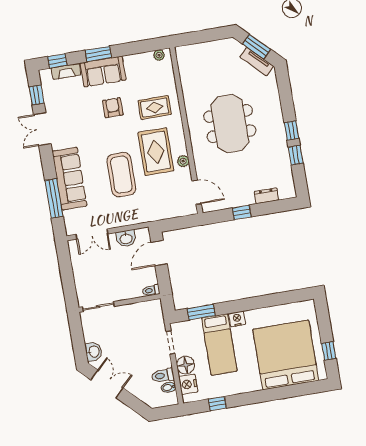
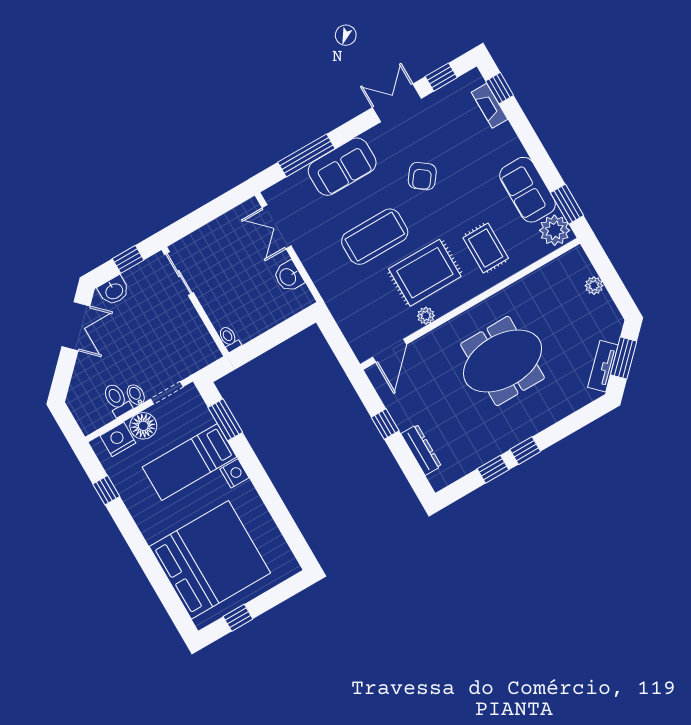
plant: (204, 48) -> (594, 286), added
window: (98, 54) -> (567, 204), moved
plant: (159, 55) -> (555, 230), width x1.88, depth x1.88
sofa: (103, 72) -> (528, 190), moved
armchair: (113, 108) -> (422, 176), moved, turned 127
sofa: (69, 179) -> (342, 167), width x0.73
dresser: (266, 196) -> (421, 450), width x1.44
door: (159, 253) -> (285, 330), removed
window: (77, 335) -> (128, 259), added
bidet: (169, 387) -> (136, 395), moved

